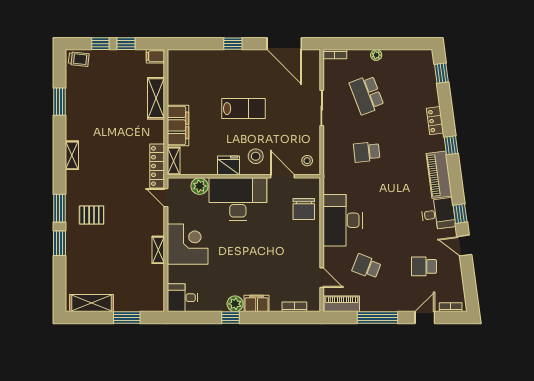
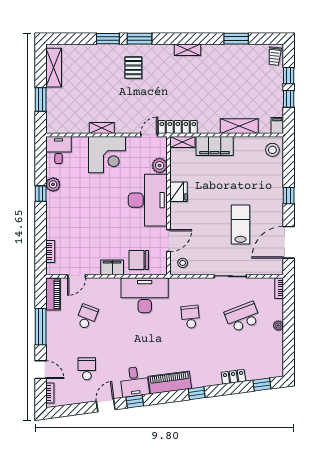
lab bench: (244, 109) -> (240, 224), moved, turned 180
locker: (435, 121) -> (233, 377), moved
stool: (256, 156) -> (272, 150), moved
desk: (343, 220) -> (145, 295), moved
filing cabinet: (257, 303) -> (112, 267), moved, turned -90
plant: (235, 304) -> (53, 184), moved

